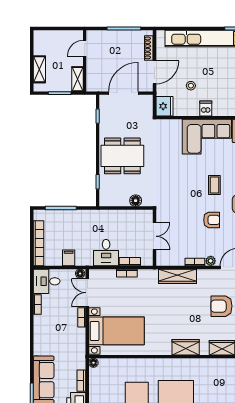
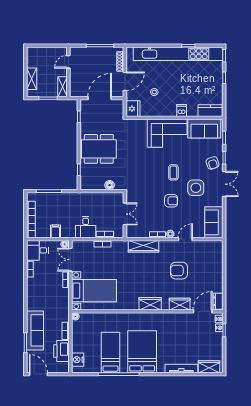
dishwasher: (206, 109) -> (182, 111), moved

